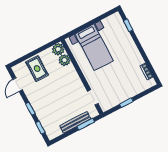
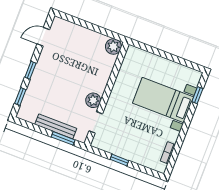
bed with nightstands: (94, 47) -> (163, 100), moved, turned 90
plant: (64, 60) -> (93, 100), moved
rug: (37, 69) -> (76, 42), removed

